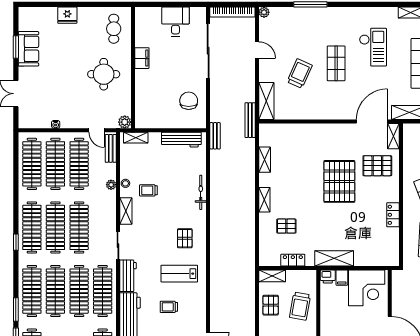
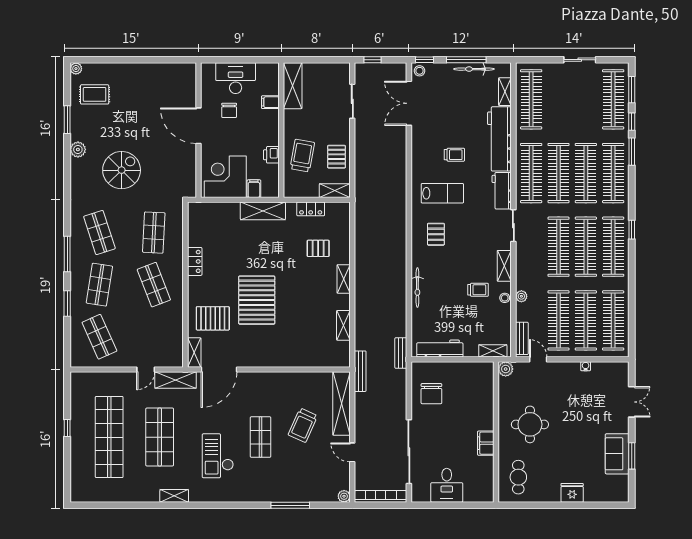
shelving: (266, 101) -> (341, 403), width x1.47
printer: (328, 277) -> (271, 155), moved, turned -90

